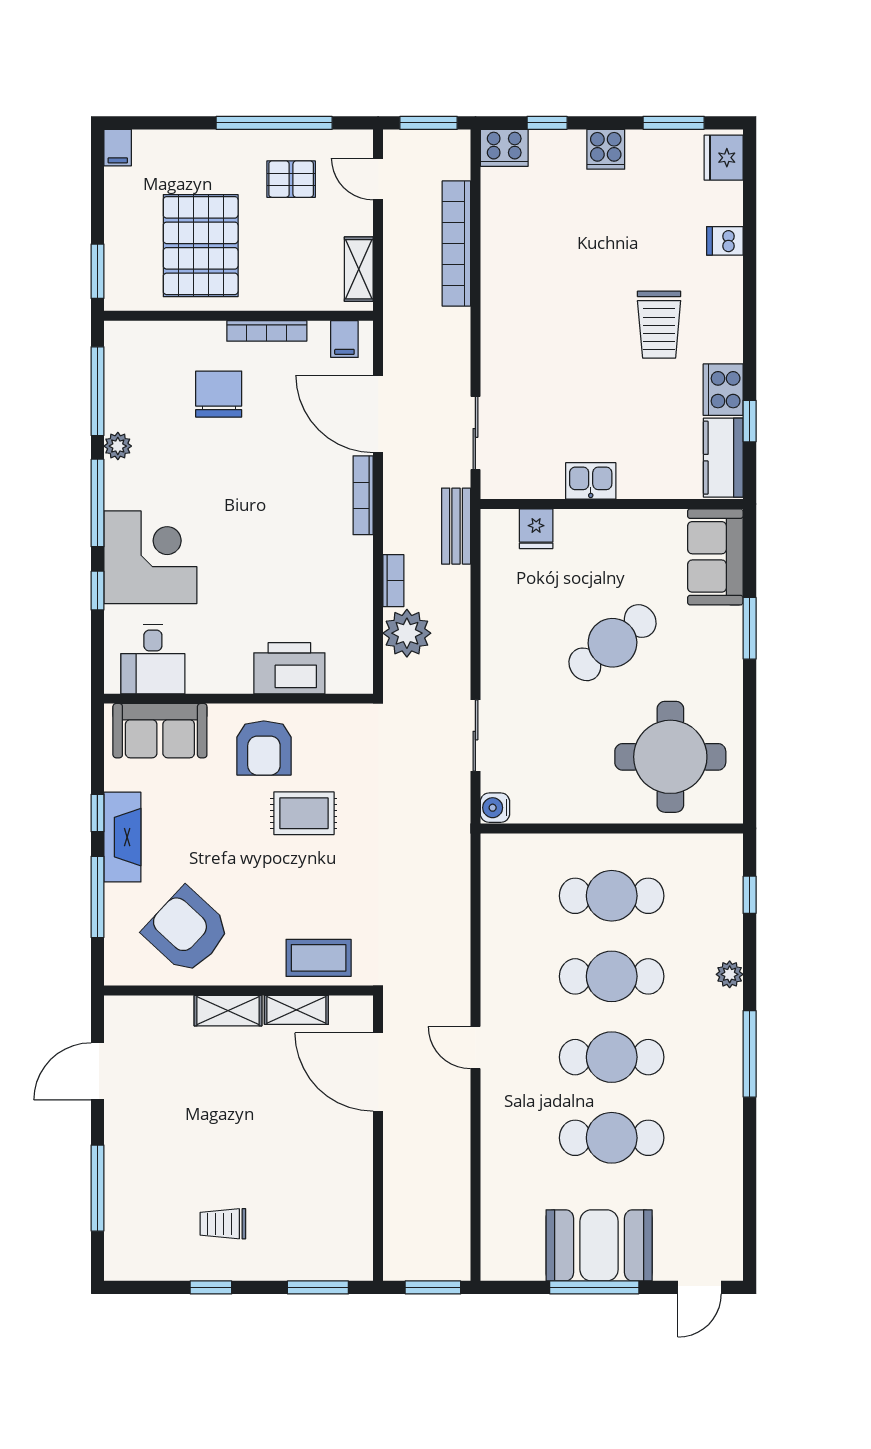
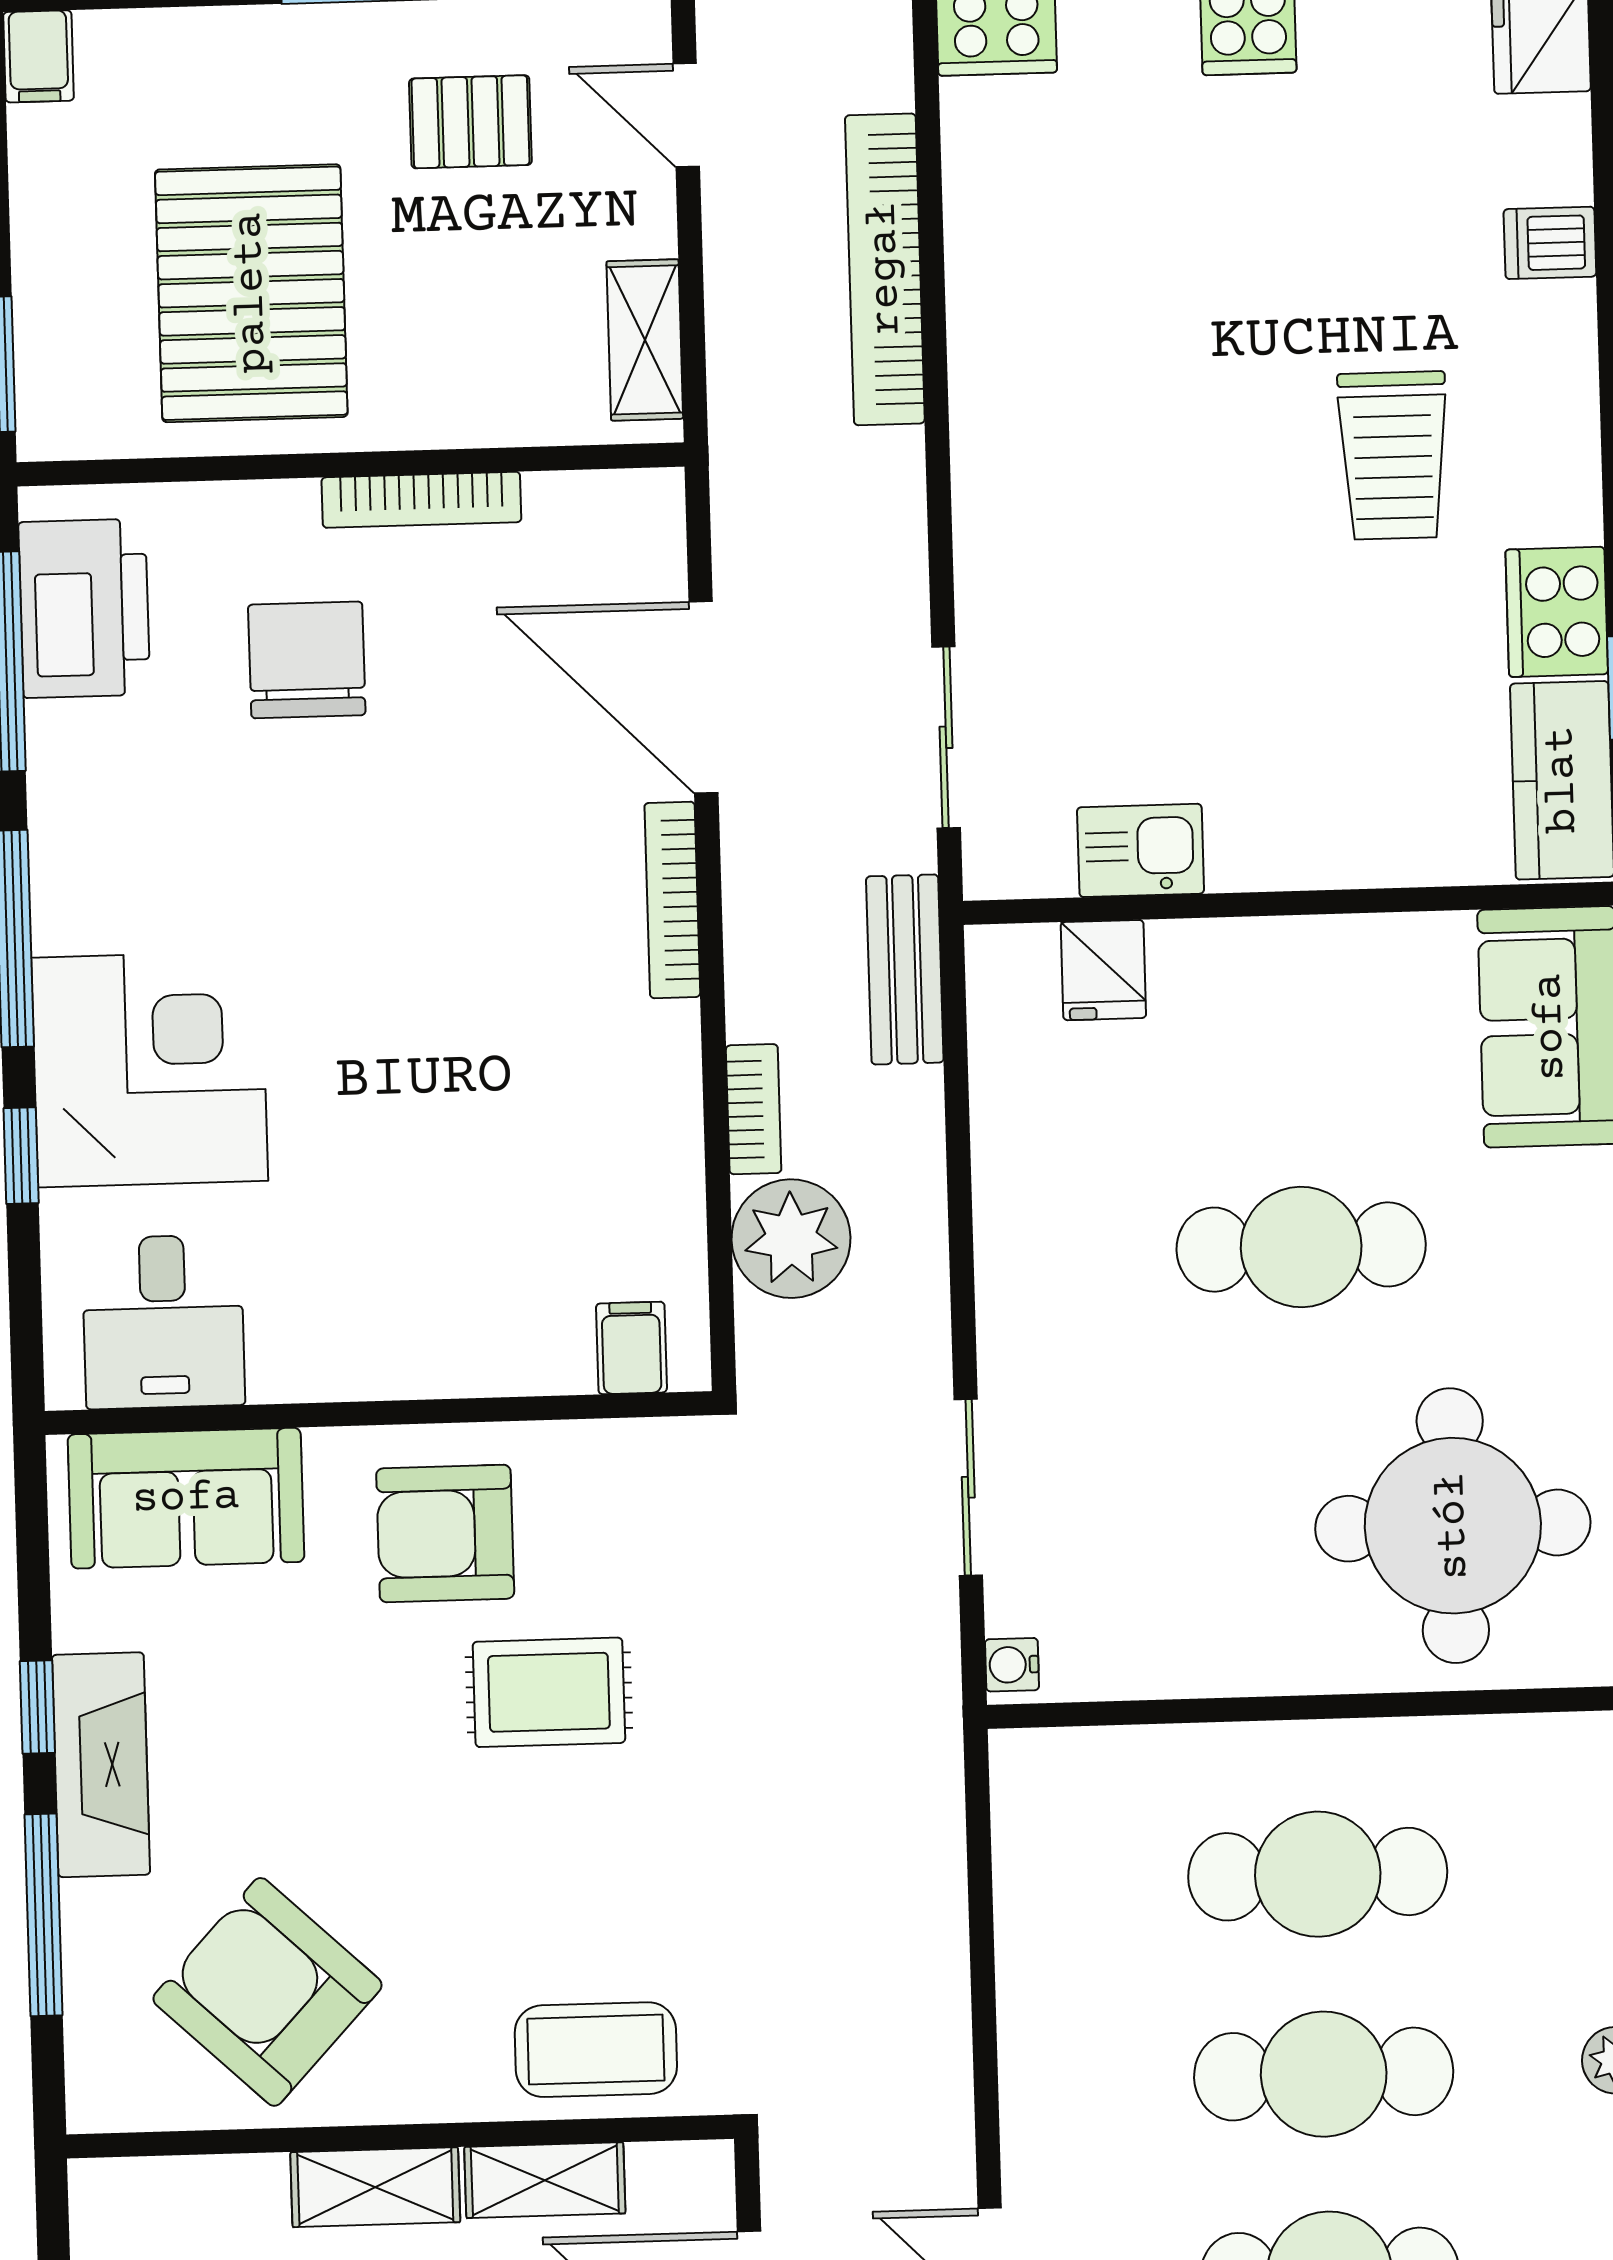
filing cabinet: (344, 339) -> (631, 1348), moved, turned 180
plant: (118, 446) -> (61, 796), removed
kitchen sink: (591, 481) -> (1141, 850), moved
cafe table: (613, 643) -> (1301, 1247), turned 38
printer: (289, 668) -> (84, 608), moved, turned 90
armchair: (264, 748) -> (445, 1534), turned 90
water cooler: (495, 808) -> (1012, 1665), width x0.72, depth x0.72

